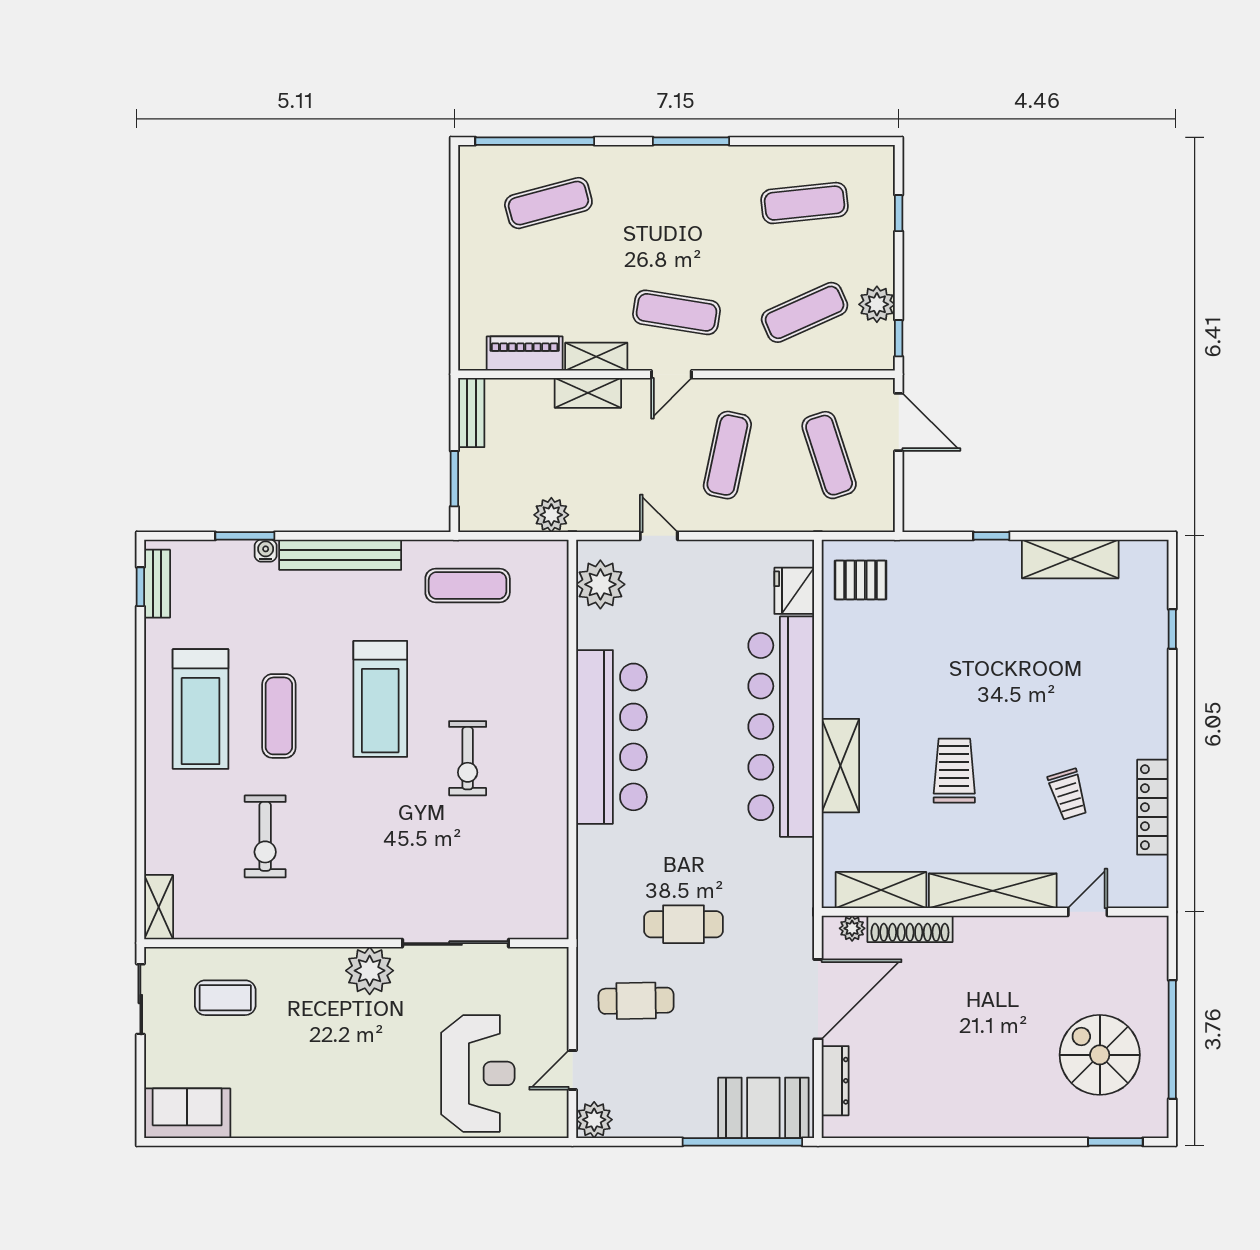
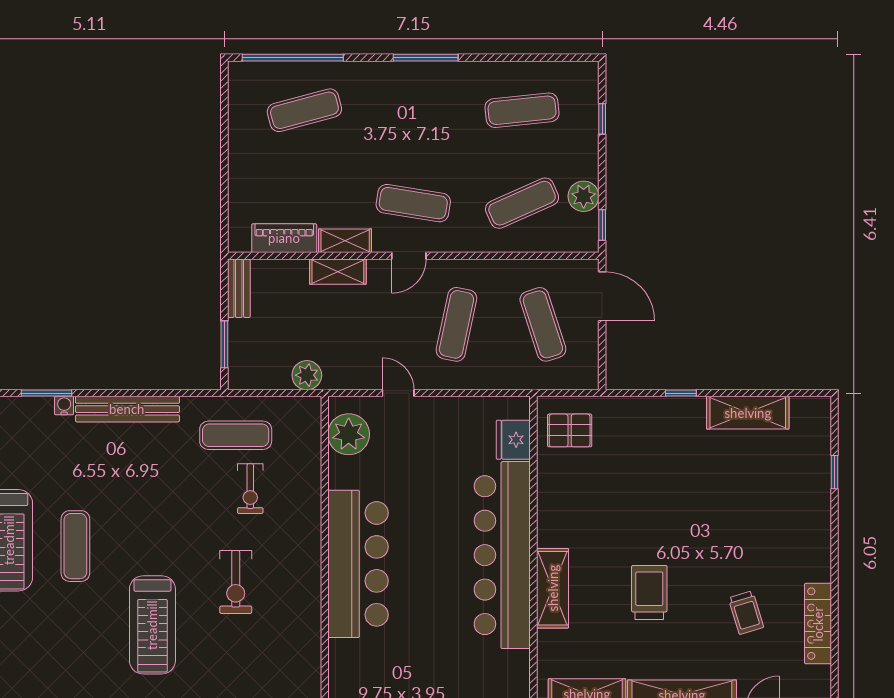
treadmill: (380, 699) -> (152, 625), moved
exercise bike: (265, 836) -> (250, 489), moved, width x0.73, depth x0.72

